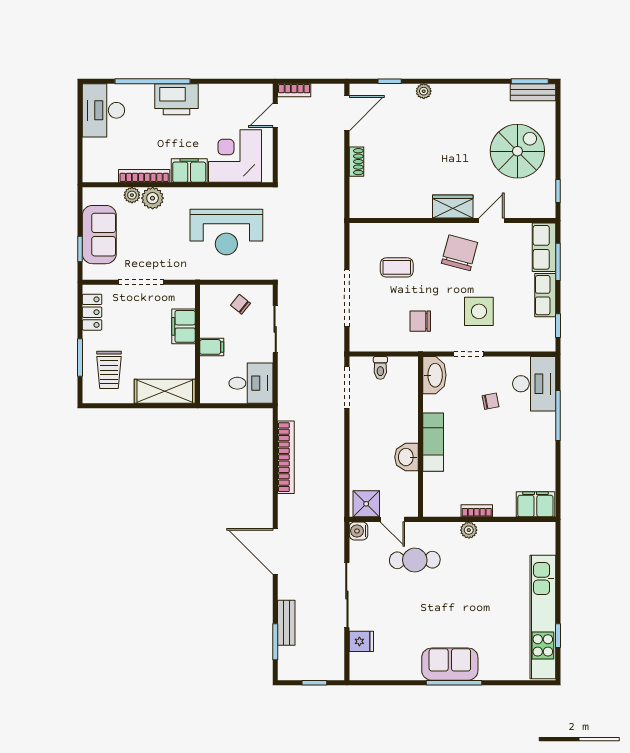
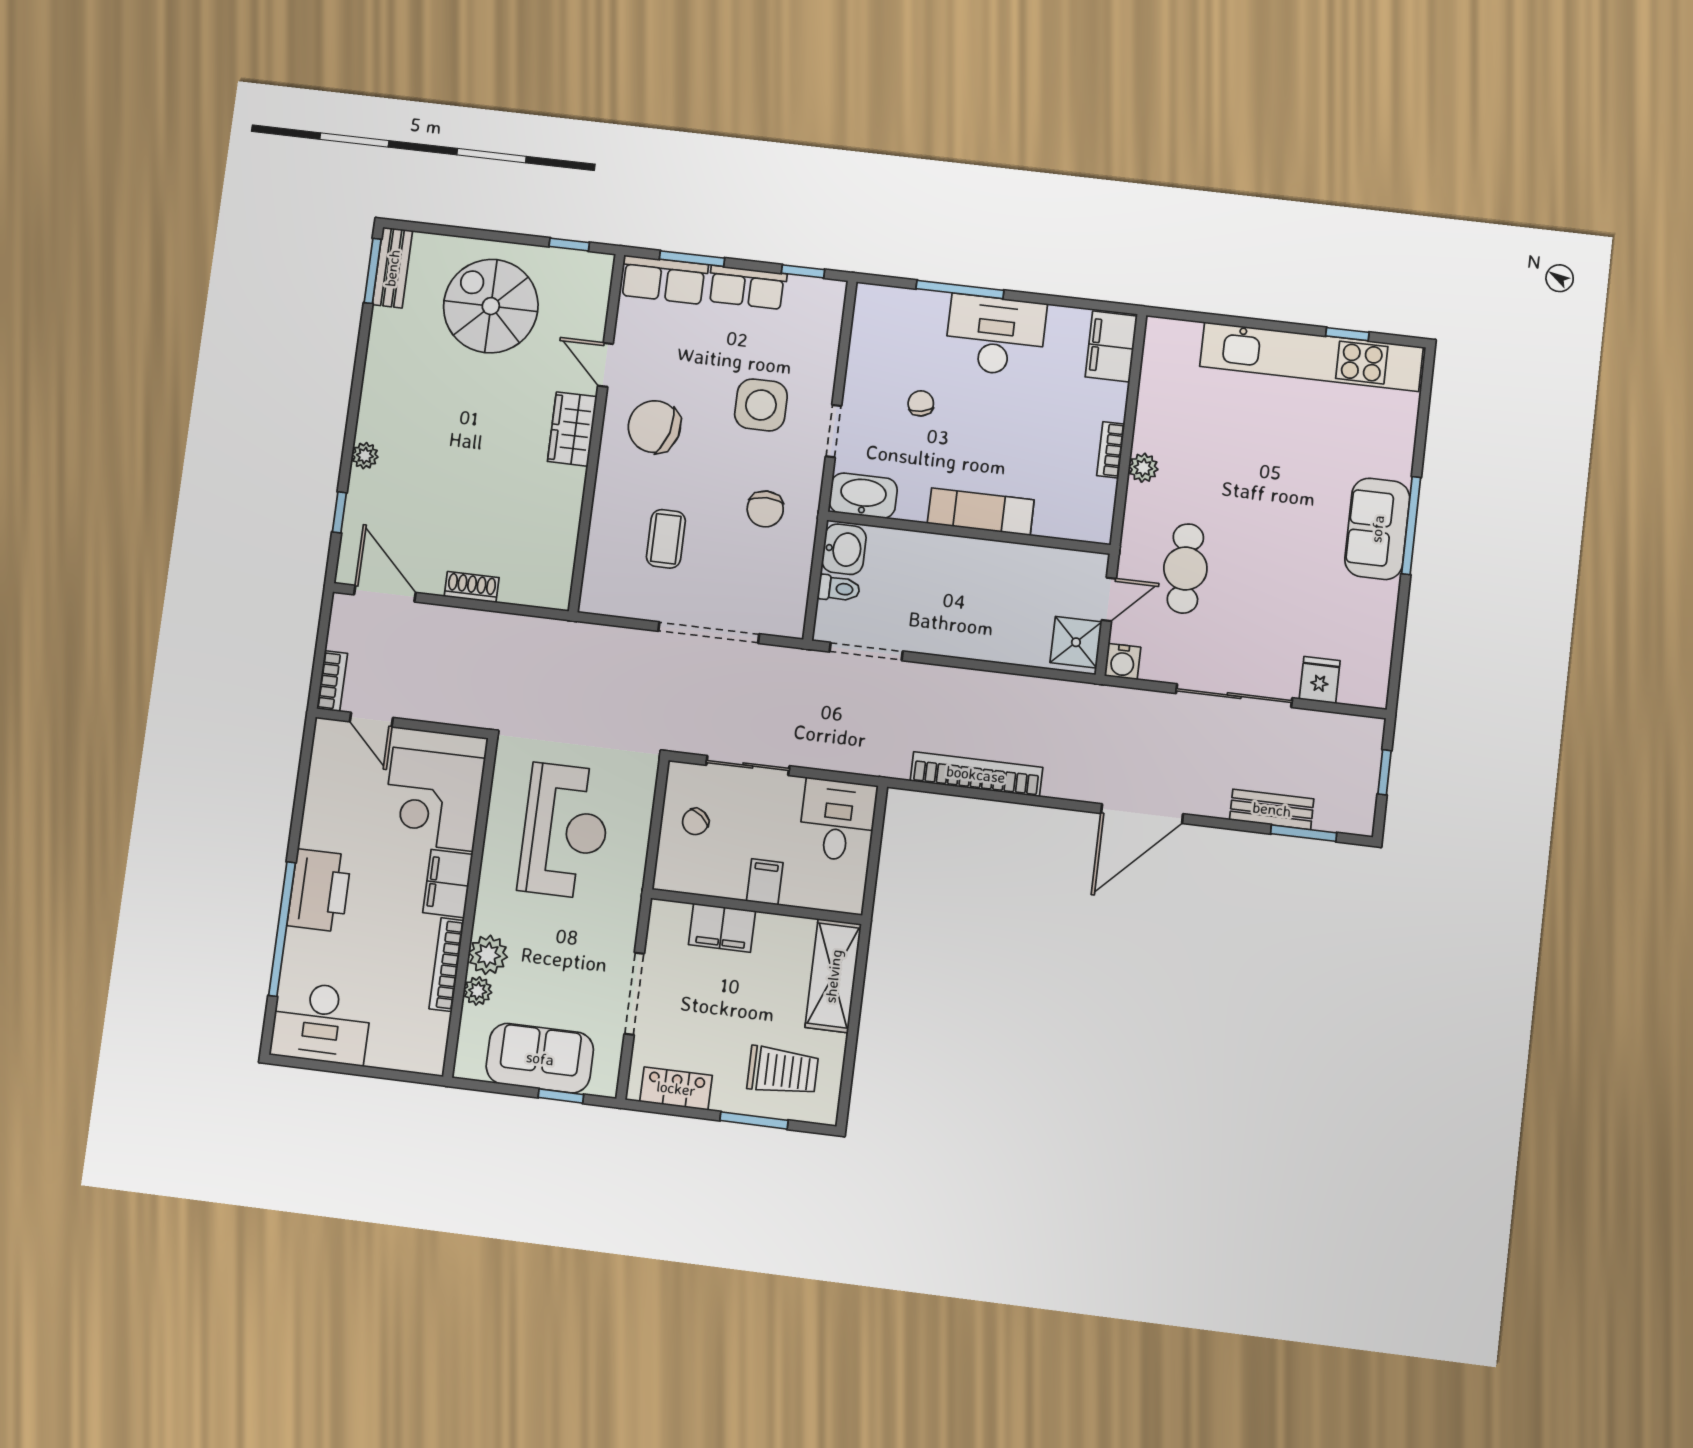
desk: (534, 384) -> (995, 335), moved
washbasin: (407, 457) -> (844, 549), moved, turned -90

